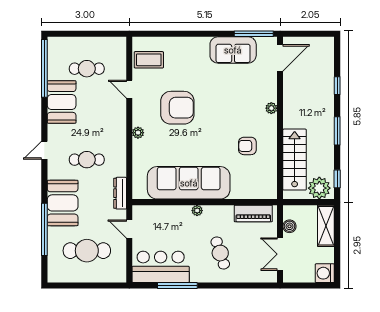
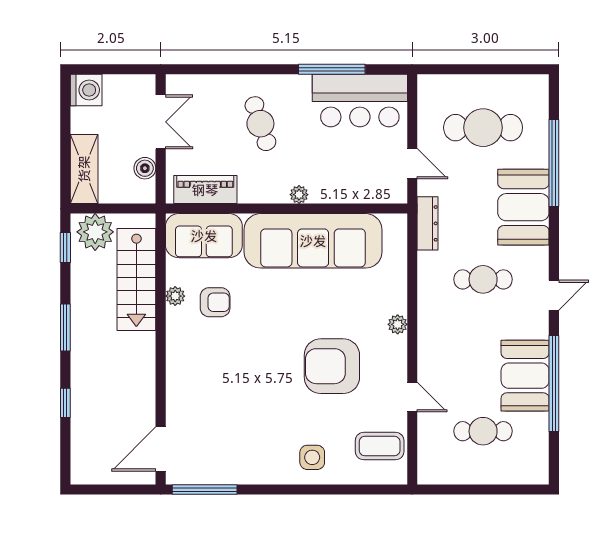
sofa: (233, 50) -> (204, 236), moved, turned 180
side table: (189, 53) -> (312, 457), added
window: (44, 68) -> (554, 384), moved
plant: (271, 108) -> (175, 296), moved

